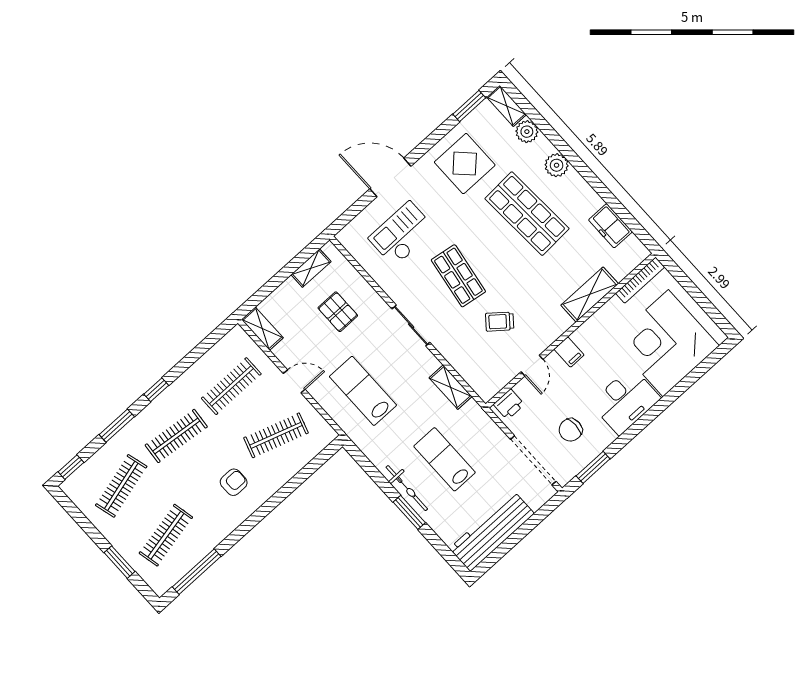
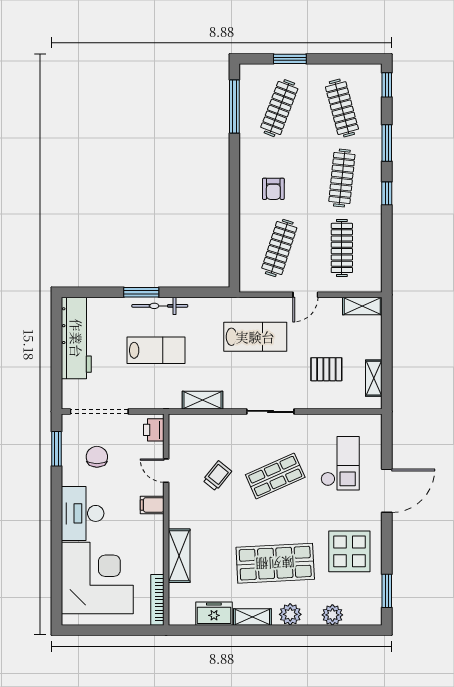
shelving: (507, 106) -> (252, 617), moved
shop shelf: (458, 276) -> (275, 476), turned -33
clothes rail: (166, 535) -> (279, 108), turned 33

